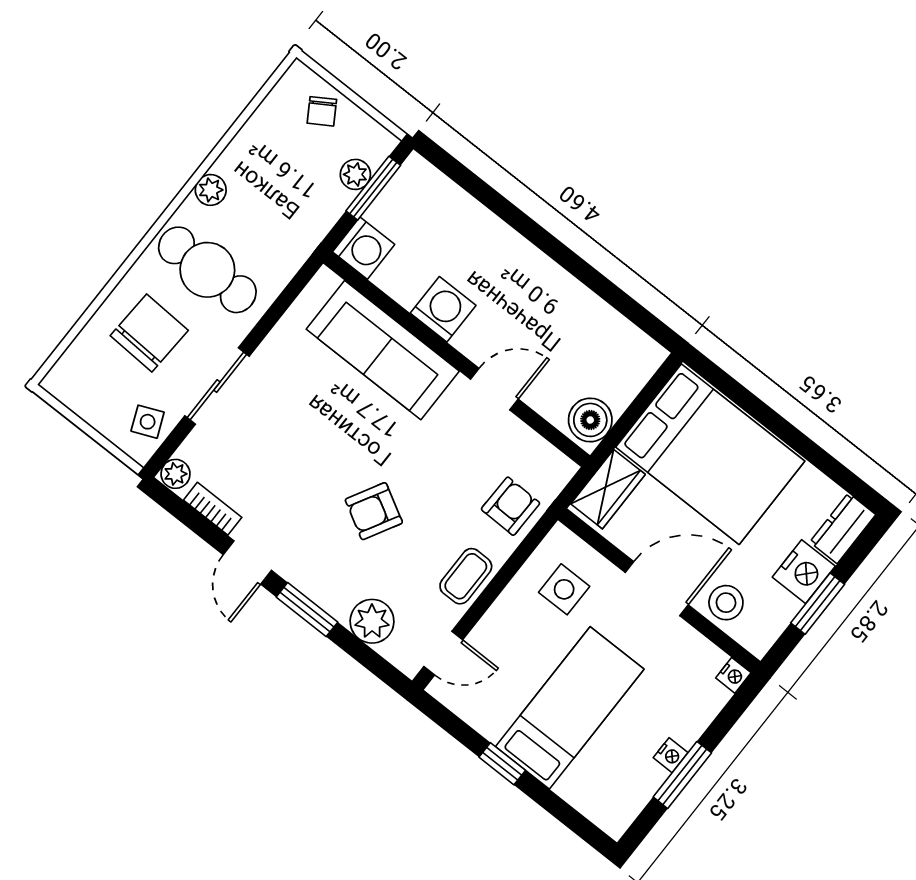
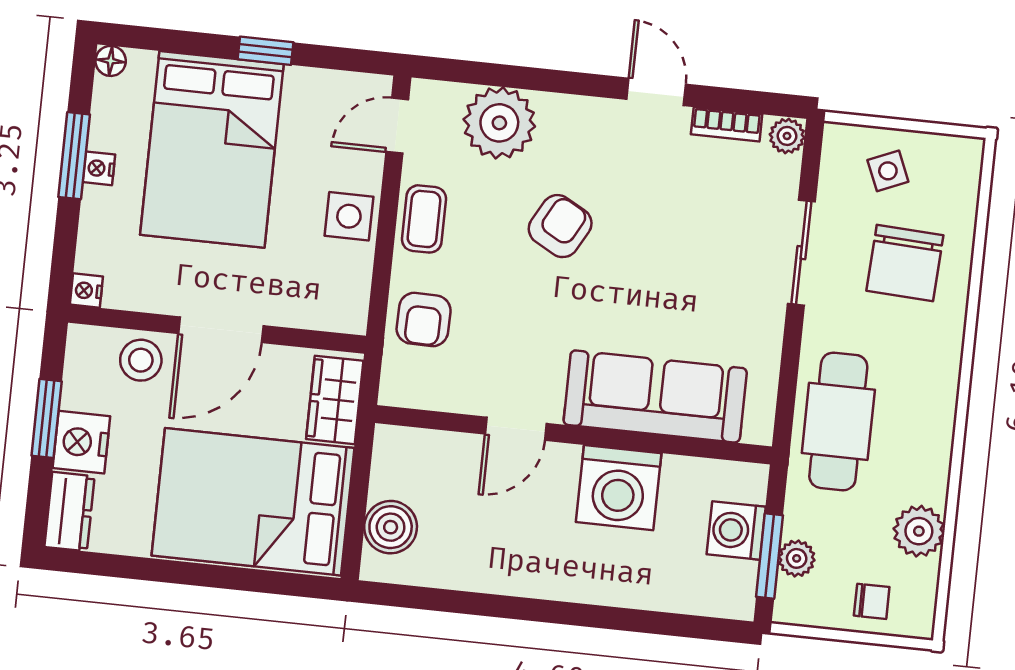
chair: (322, 111) -> (872, 601), turned 122
plant: (211, 190) -> (919, 531), moved, width x1.38, depth x1.38
washing machine: (364, 248) -> (736, 530), moved
cafe table: (207, 270) -> (838, 421), moved, turned 90
washing machine: (443, 309) -> (619, 488), width x1.37, depth x1.37
boiler: (590, 420) -> (391, 527), moved
side table: (148, 422) -> (888, 171), moved
side table: (564, 589) -> (349, 216), moved
window: (307, 610) -> (565, 82), removed
plant: (372, 621) -> (499, 123), width x1.36, depth x1.36
bed: (570, 708) -> (212, 149), width x1.50
floor lamp: (615, 825) -> (111, 61), added

